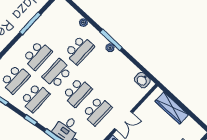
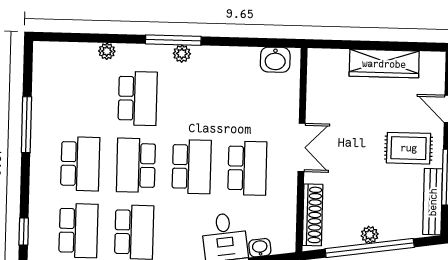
wardrobe: (172, 108) -> (384, 64), moved

